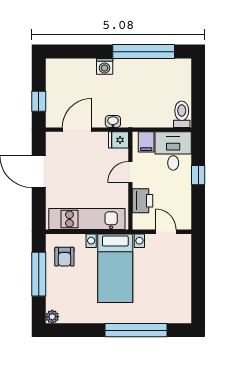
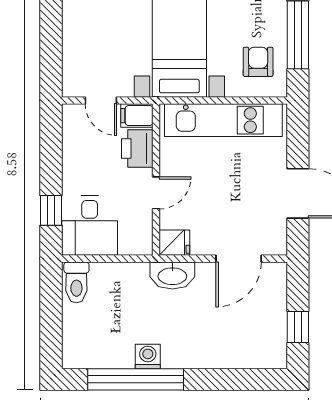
washing machine: (105, 66) -> (148, 356), moved
window: (39, 101) -> (298, 327), moved
washbasin: (113, 121) -> (172, 275), width x1.91, depth x1.45
filing cabinet: (146, 142) -> (137, 116), moved, turned -90
window: (198, 175) -> (51, 210), moved

